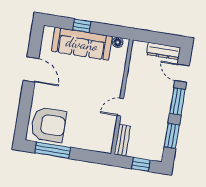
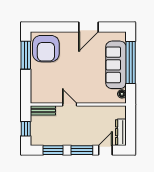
window: (82, 26) -> (131, 63), width x3.17

